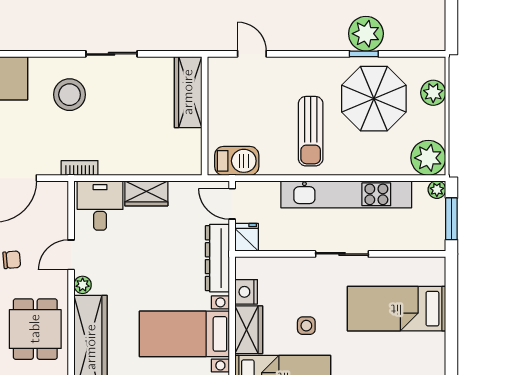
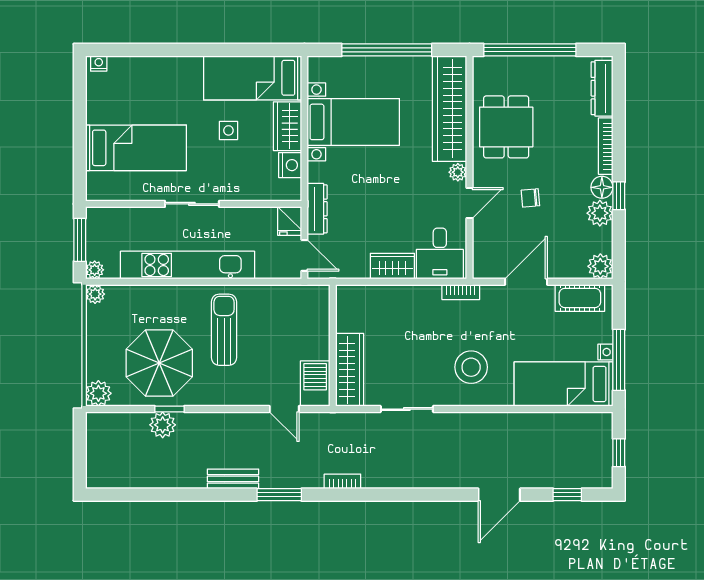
plant: (366, 34) -> (163, 425), width x0.73, depth x0.73
sliding door: (112, 54) -> (407, 409), moved
plant: (433, 93) -> (98, 393), moved
plant: (428, 158) -> (95, 294), width x0.53, depth x0.53
barbecue: (237, 161) -> (315, 384), moved, turned 90
dresser: (217, 258) -> (317, 209), width x0.73, depth x0.80

